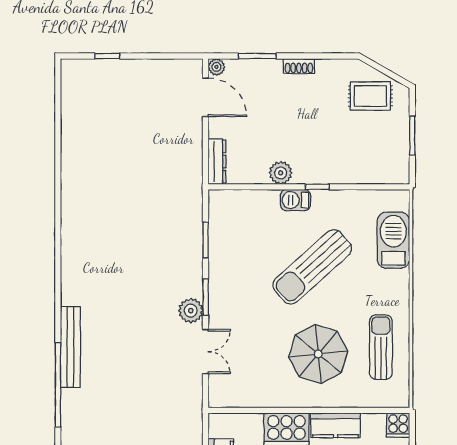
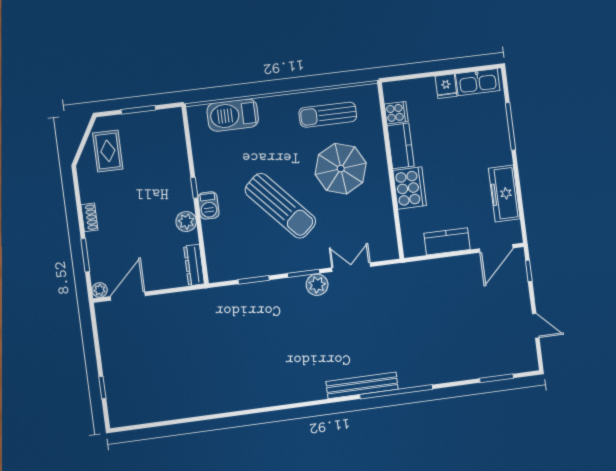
dresser: (217, 162) -> (194, 265), moved, turned -90
sun lounger: (312, 267) -> (280, 206), moved
cooker: (398, 425) -> (396, 113), moved

